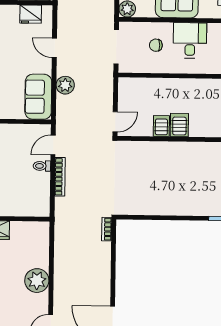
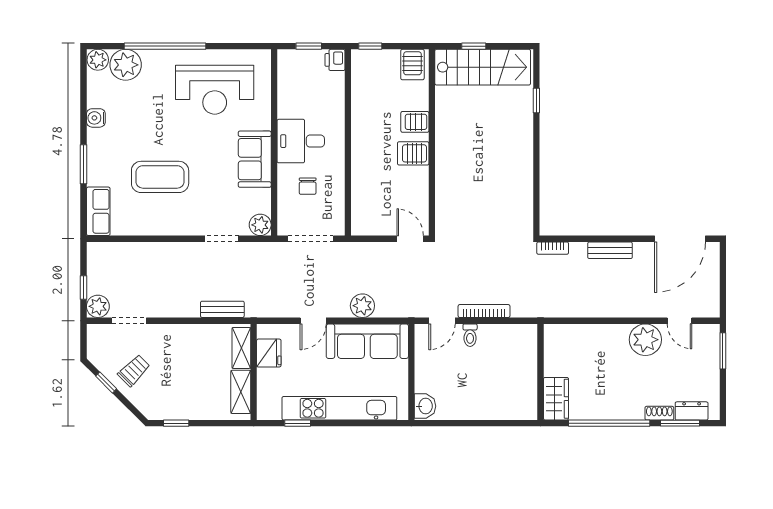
sofa: (38, 97) -> (367, 341), width x1.36
server rack: (161, 126) -> (415, 122), moved
door: (53, 145) -> (442, 321), hinge flipped
bench: (104, 272) -> (610, 250), added
plant: (37, 281) -> (645, 340), moved

